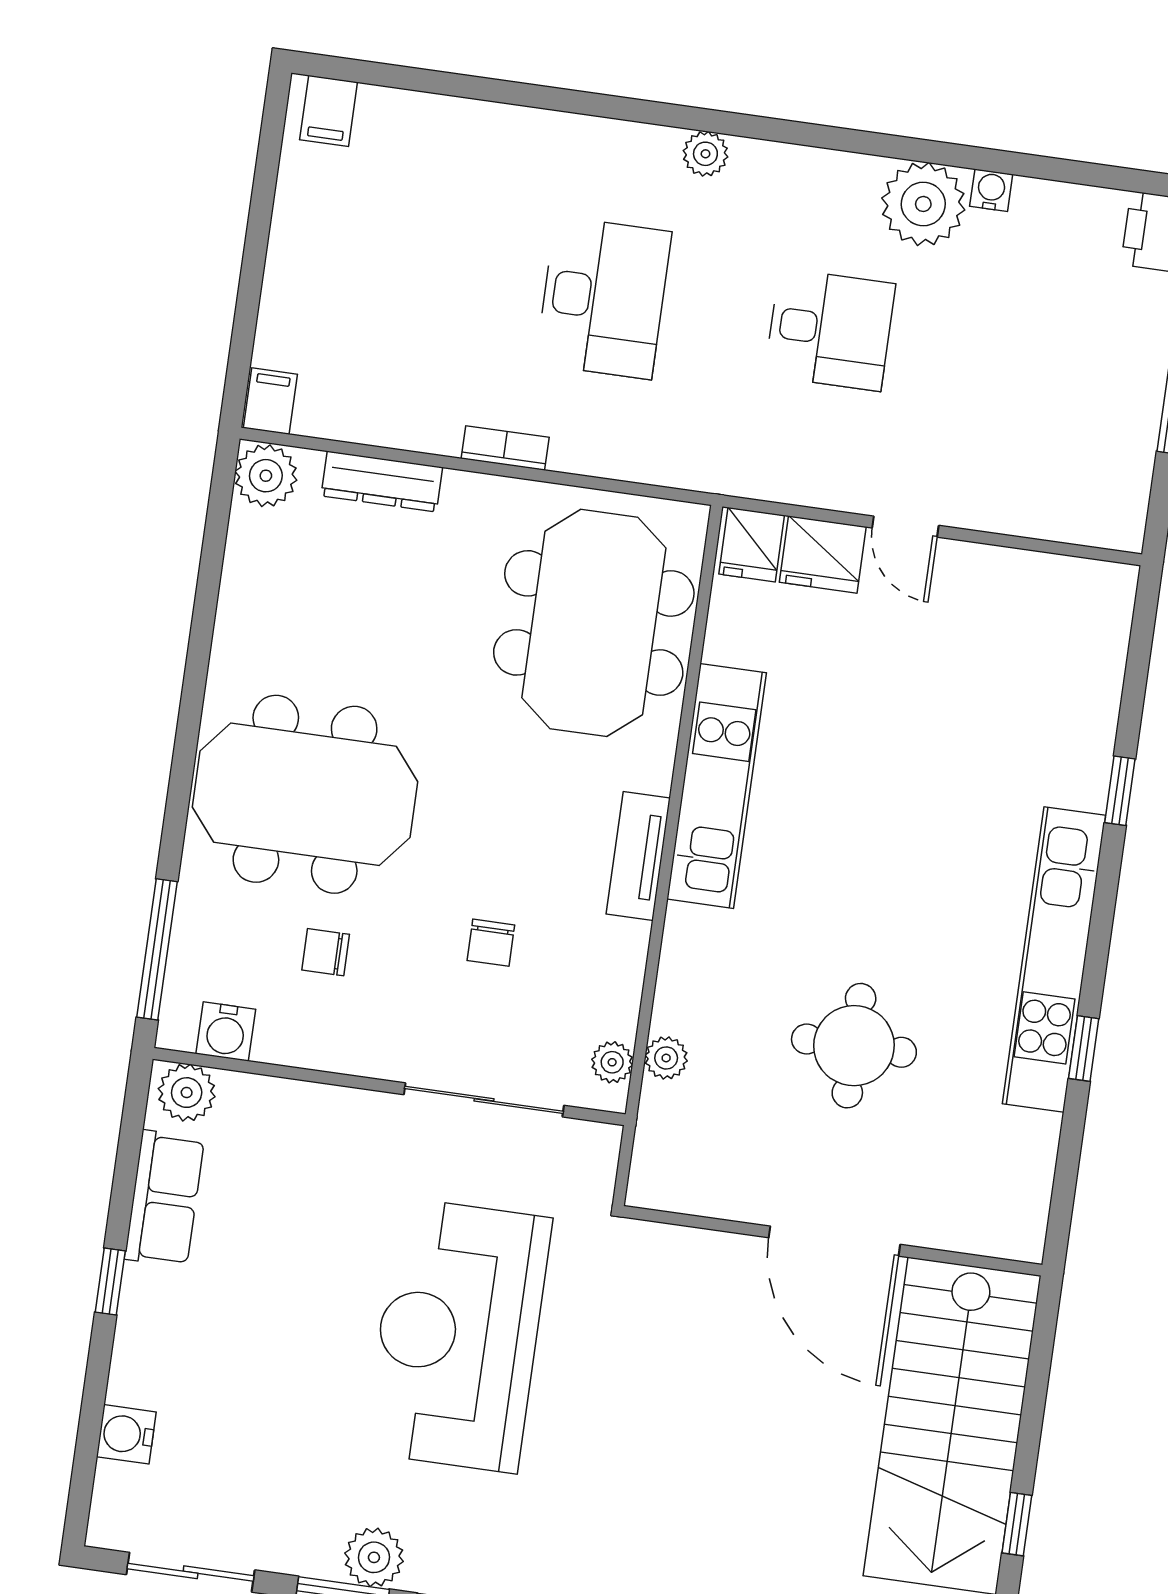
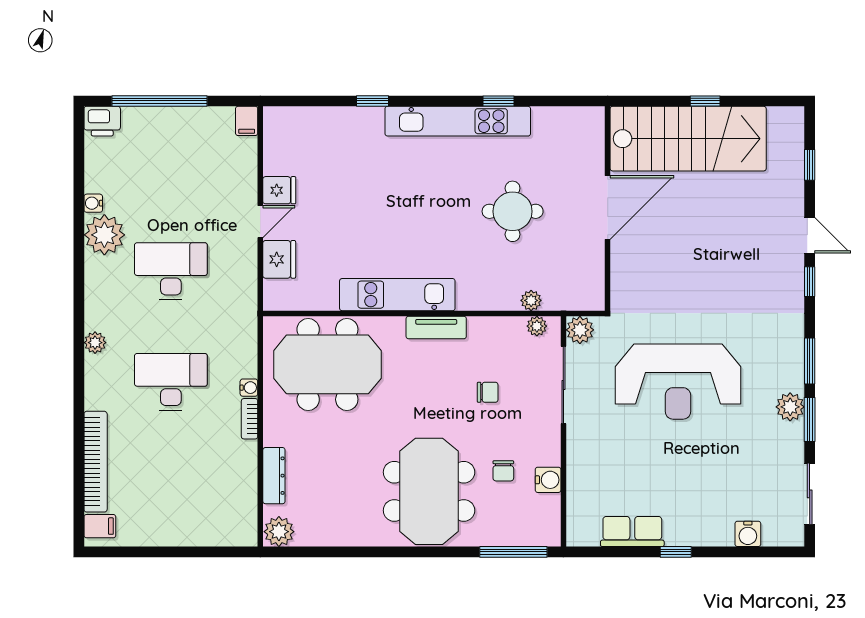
bookcase: (462, 121) -> (96, 462), added
desk: (830, 330) -> (171, 271), width x1.37
filing cabinet: (270, 401) -> (247, 121), moved, turned -90
water cooler: (569, 456) -> (249, 388), added
fridge: (752, 545) -> (279, 190), moved
water cooler: (226, 1032) -> (548, 480), moved
plant: (187, 1093) -> (580, 330), moved
window: (1017, 1524) -> (705, 101), moved

